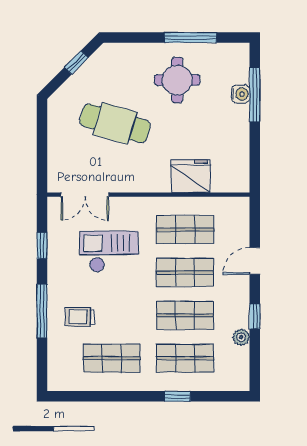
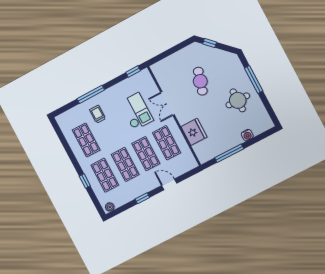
window: (190, 38) -> (254, 80), moved
window: (76, 62) -> (210, 43), moved
window: (255, 95) -> (229, 153), moved
cafe table: (115, 123) -> (200, 81), width x0.73, depth x0.74
double door: (85, 195) -> (167, 103), moved
window: (42, 246) -> (133, 72), moved
plant: (241, 337) -> (110, 207), moved

